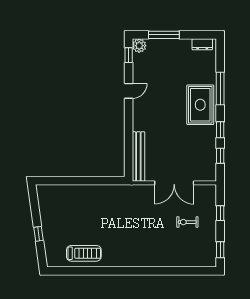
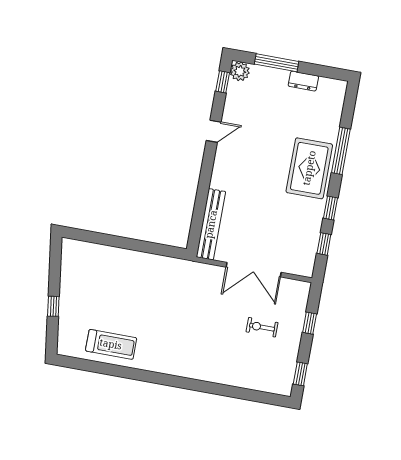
dresser: (202, 44) -> (303, 81), moved

